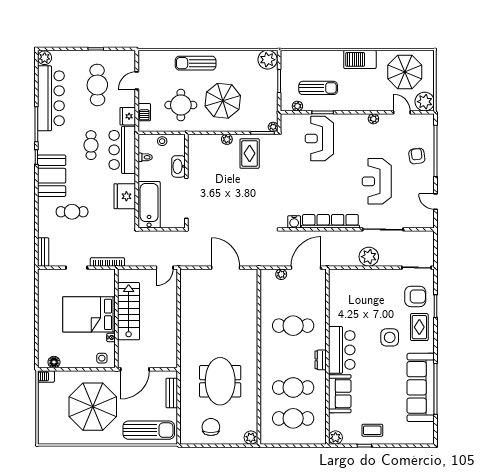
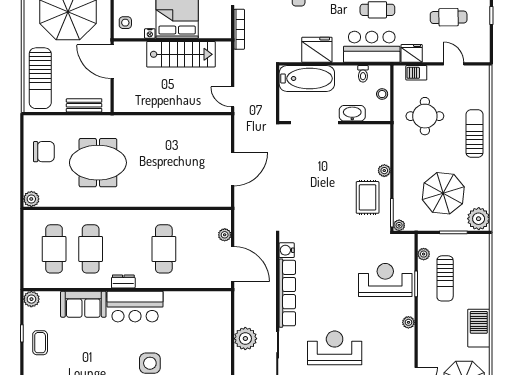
cafe table: (97, 85) -> (449, 17), width x0.73, depth x0.74
parasol: (223, 101) -> (443, 193), moved
plant: (373, 119) -> (408, 322), moved
rug: (250, 153) -> (368, 197), turned 90

